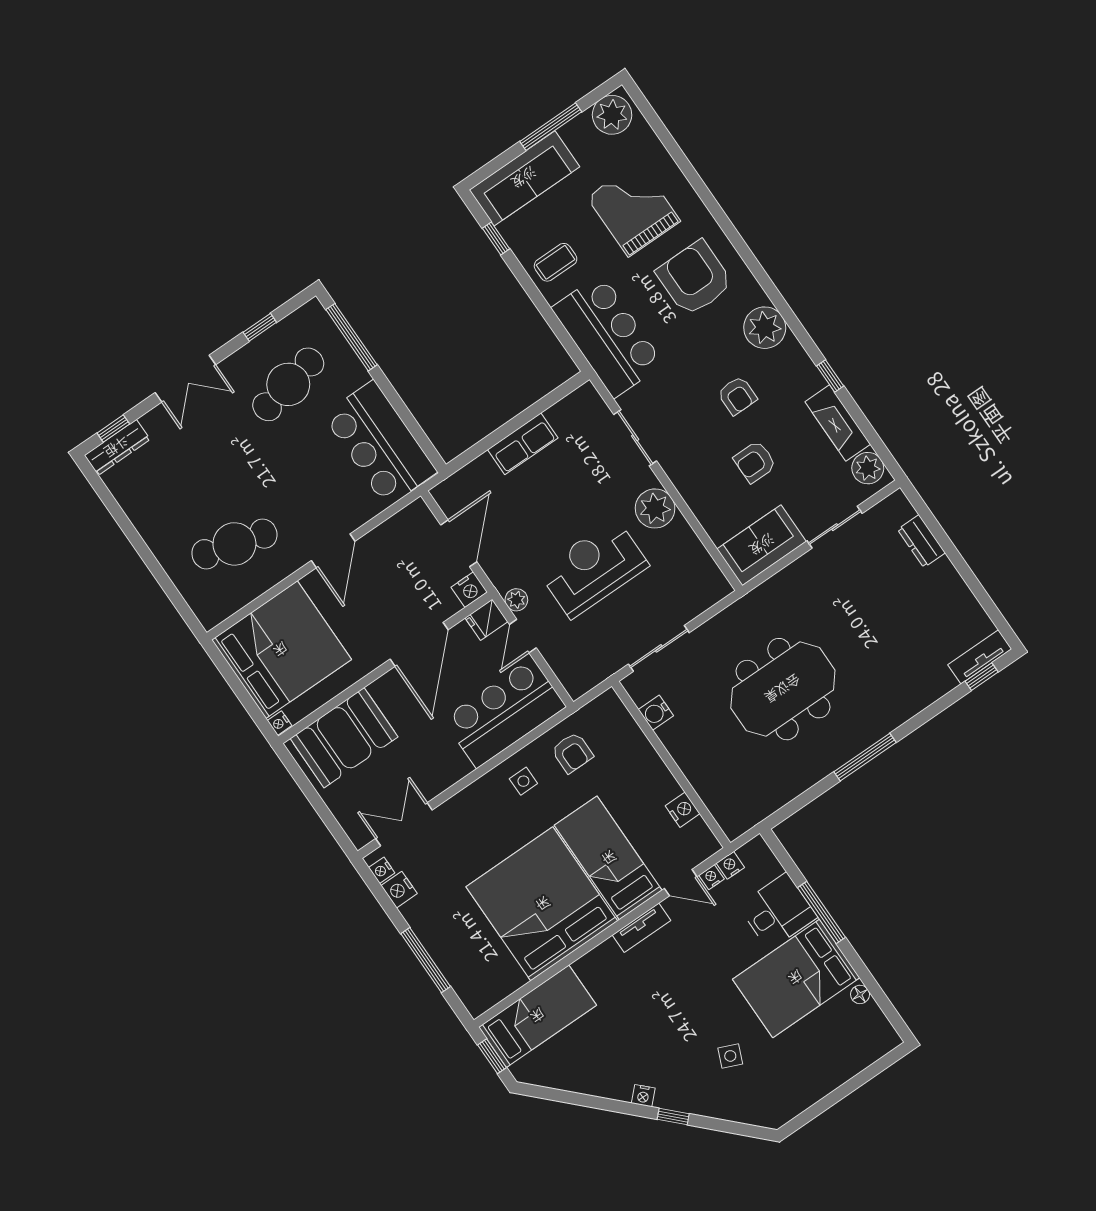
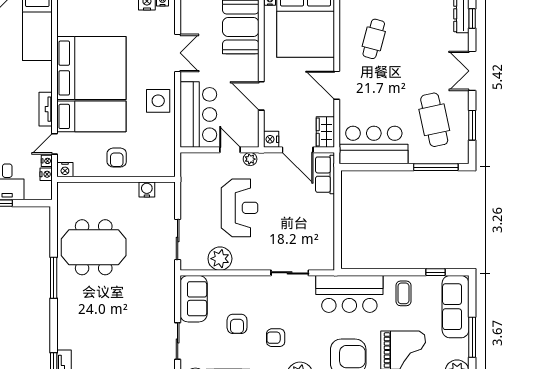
window: (260, 327) -> (472, 125), width x1.50
row of seats: (523, 444) -> (325, 175), moved
armchair: (755, 462) -> (237, 324), turned 180
plant: (655, 508) -> (220, 259), moved
wardrobe: (408, 522) -> (325, 132), added
cafe table: (234, 544) -> (374, 39), width x0.73, depth x0.74
fridge: (486, 620) -> (250, 137), removed
door: (419, 644) -> (261, 96), width x0.73
sliding door: (659, 648) -> (178, 240), moved
meeting table: (783, 689) -> (94, 247), moved, turned 90
armchair: (572, 753) -> (117, 158), moved, turned -90
side table: (523, 781) -> (158, 101), width x1.87, depth x1.87
nightstand: (683, 810) -> (65, 170), moved
double door: (404, 824) -> (178, 53), moved

